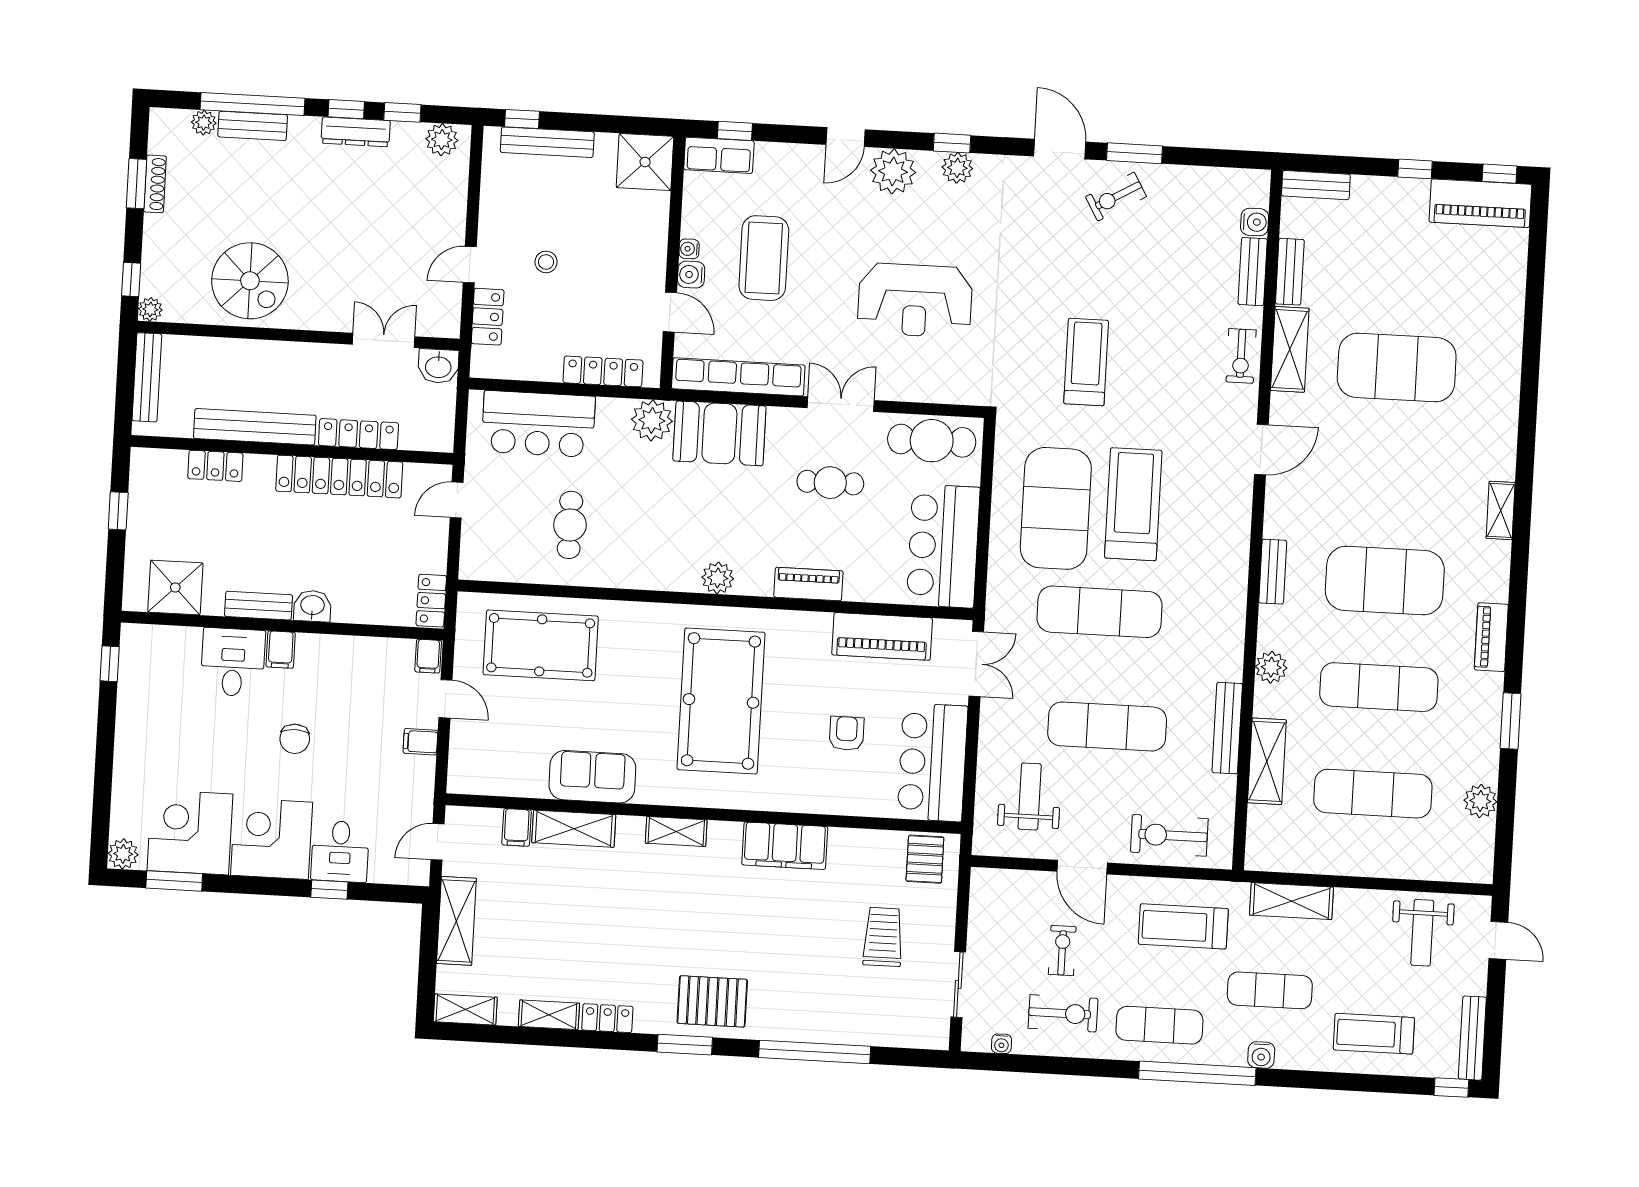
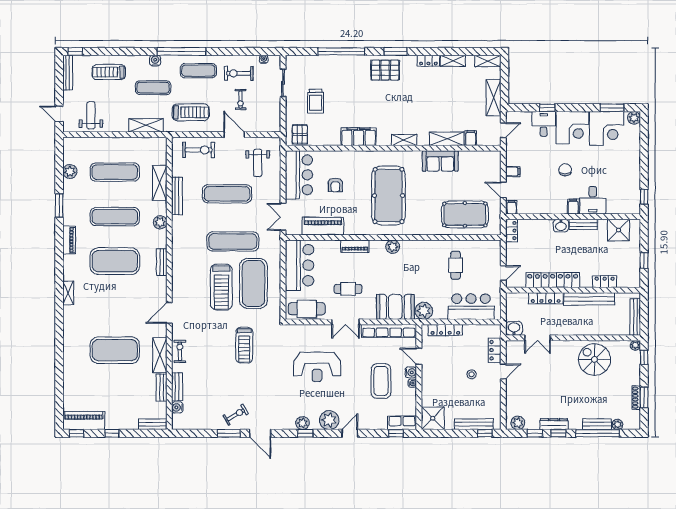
reception desk: (915, 300) -> (317, 367), turned 180
treadmill: (1374, 1034) -> (109, 72), turned 180

